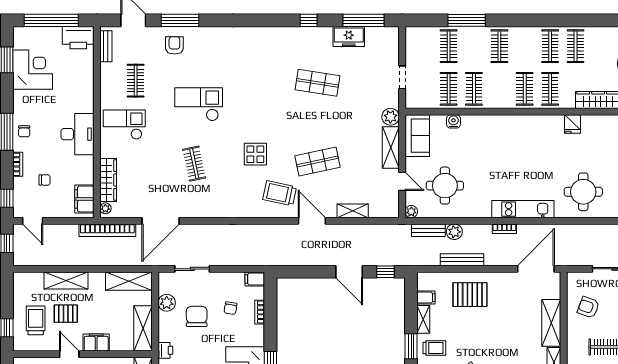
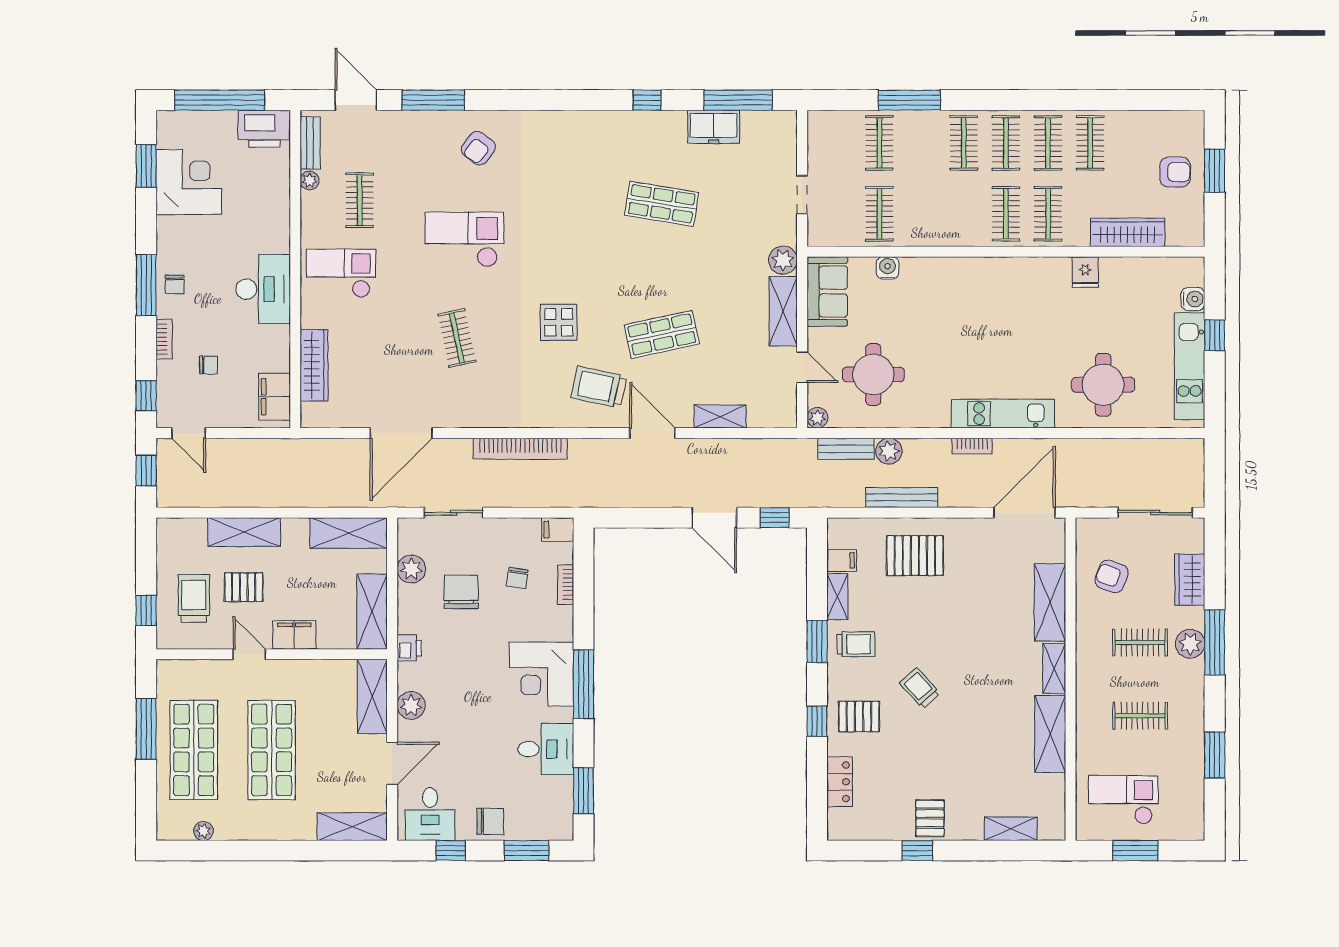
armchair: (174, 45) -> (478, 148), moved, turned -144
clothes rail: (474, 89) -> (1006, 143), moved
plant: (105, 208) -> (310, 181), moved
bookcase: (107, 230) -> (520, 449), moved

